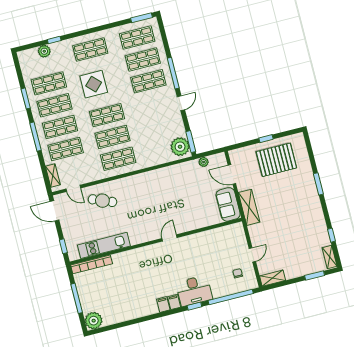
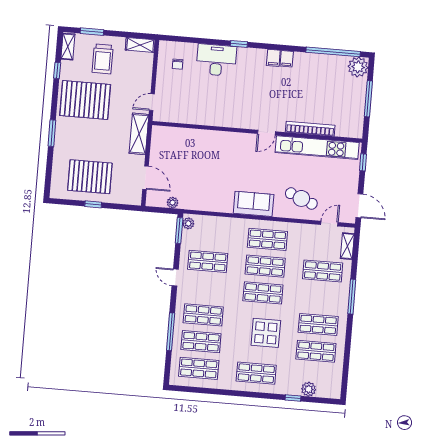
window: (141, 18) -> (186, 389), removed
window: (173, 73) -> (171, 332), moved
window: (26, 98) -> (348, 343), removed
door: (181, 103) -> (175, 278), hinge flipped
shop shelf: (60, 127) -> (208, 261), moved
plant: (180, 147) -> (188, 223), width x0.53, depth x0.53
door: (73, 188) -> (329, 224), hinge flipped
sofa: (228, 204) -> (254, 204), moved, turned -90
pallet: (301, 219) -> (85, 100), added
door: (169, 238) -> (266, 133), moved
kitchen unit: (104, 245) -> (317, 148), width x1.36
door: (252, 255) -> (152, 102), moved
trolley: (299, 257) -> (103, 59), added
bookcase: (92, 264) -> (310, 129), moved
desk: (194, 291) -> (216, 60), moved
window: (231, 297) -> (333, 52), moved
filing cabinet: (174, 302) -> (287, 59), moved

